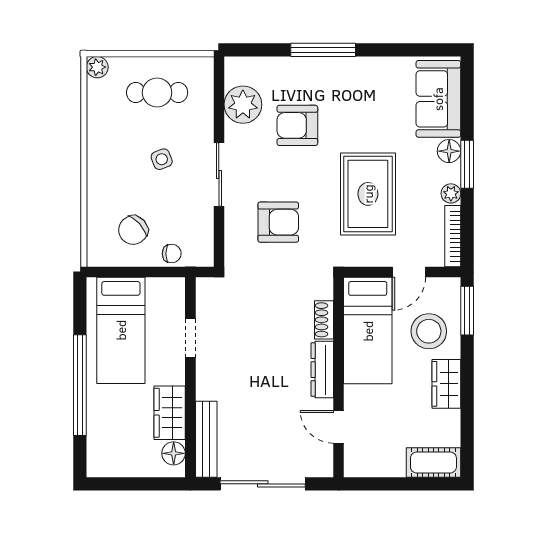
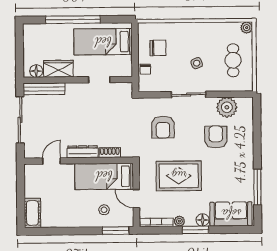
window: (323, 50) -> (257, 187), moved
chair: (133, 230) -> (158, 48), turned 132
stool: (429, 331) -> (104, 210), width x0.53, depth x0.53
wardrobe: (446, 384) -> (75, 220), removed

